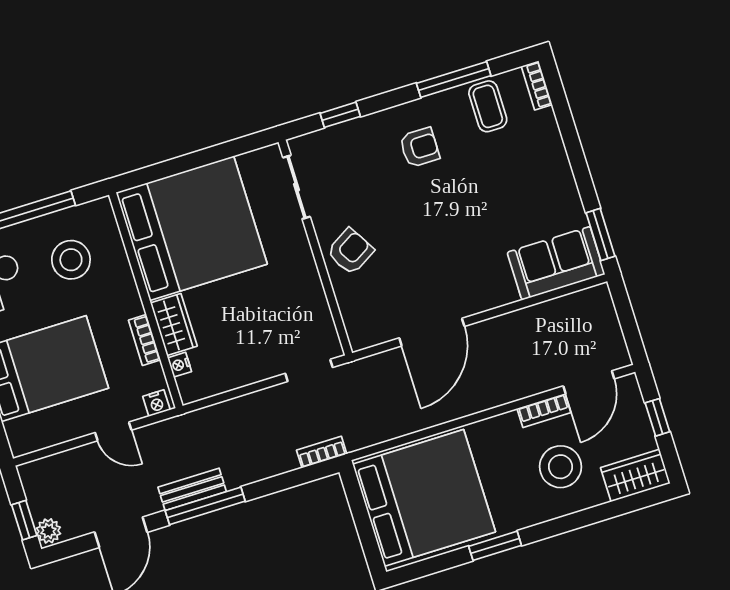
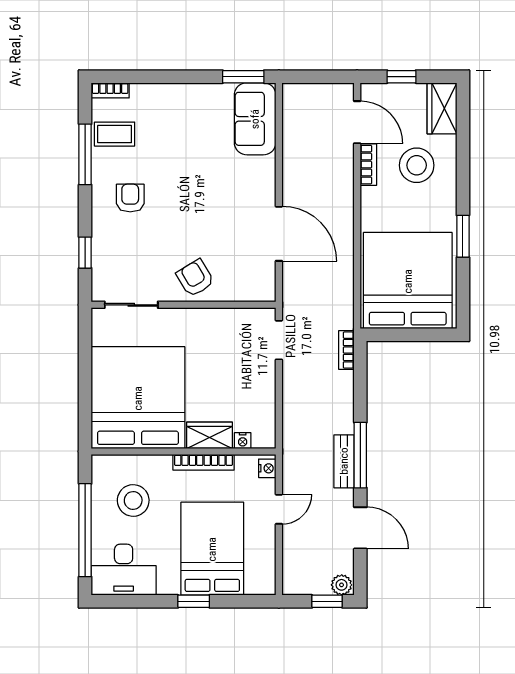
bookcase: (144, 340) -> (203, 462), width x1.56

